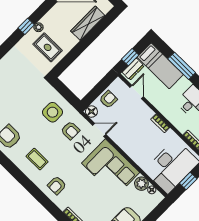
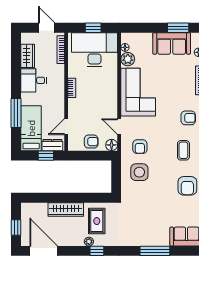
wardrobe: (88, 23) -> (66, 209), moved
armchair: (108, 99) -> (91, 142), turned 180
armchair: (70, 131) -> (140, 147), turned 180

